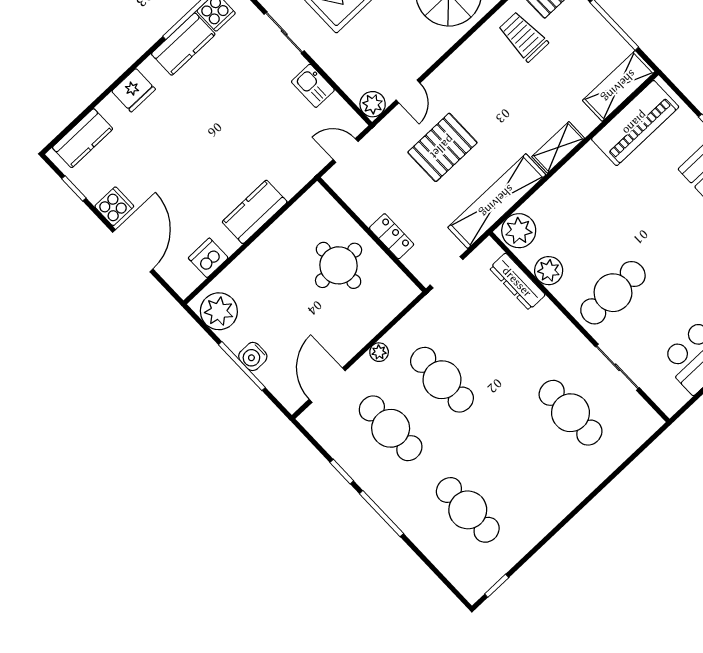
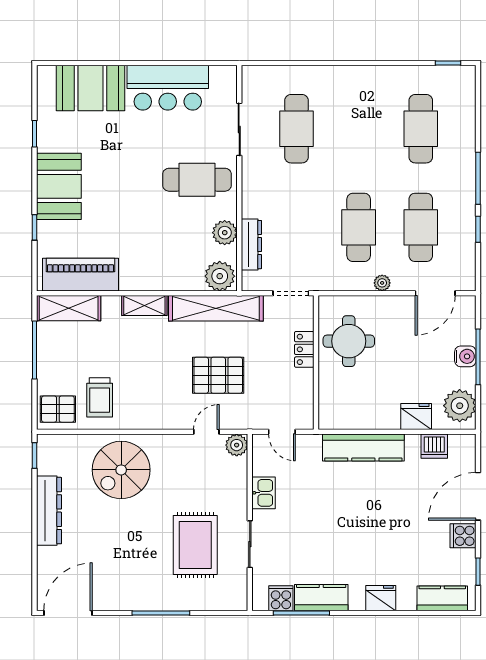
kitchen counter: (255, 212) -> (363, 448), width x1.50
round table: (339, 265) -> (349, 341), moved
fridge: (246, 268) -> (416, 417), added

